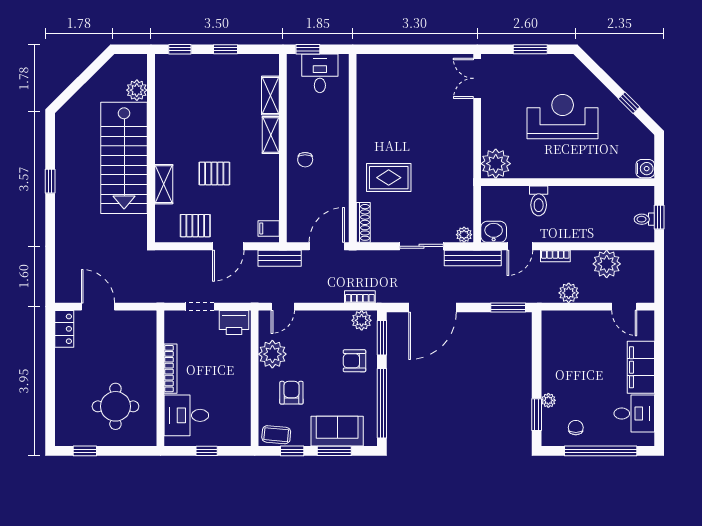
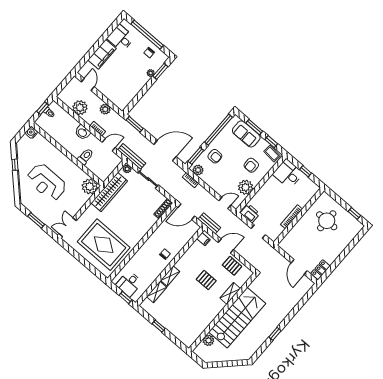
window: (180, 49) -> (177, 342), removed
double door: (477, 78) -> (68, 227), swing flipped
rug: (389, 178) -> (104, 245), moved, width x1.86, depth x2.06
wardrobe: (461, 180) -> (109, 192), added
washbasin: (494, 232) -> (83, 132), moved
desk: (186, 415) -> (288, 174), moved, turned 180

